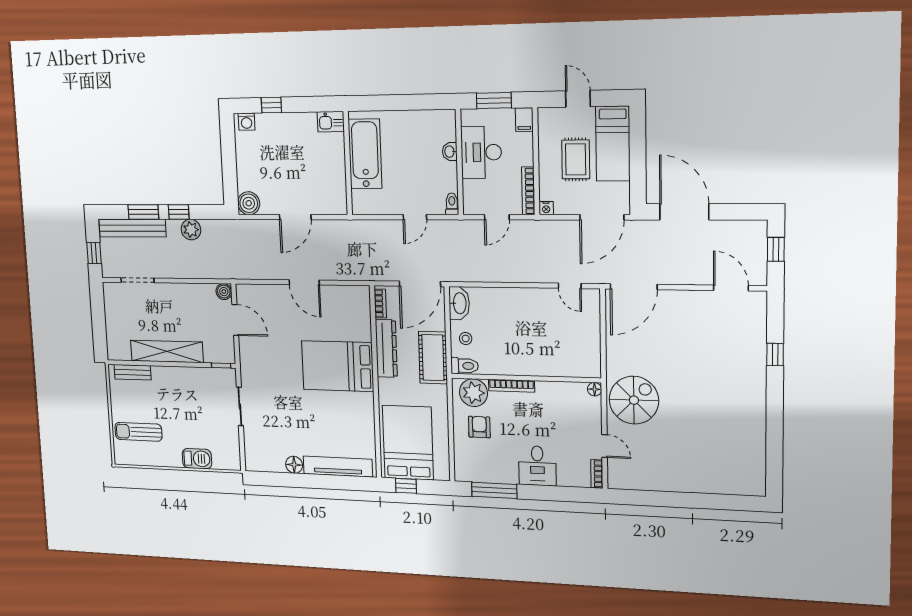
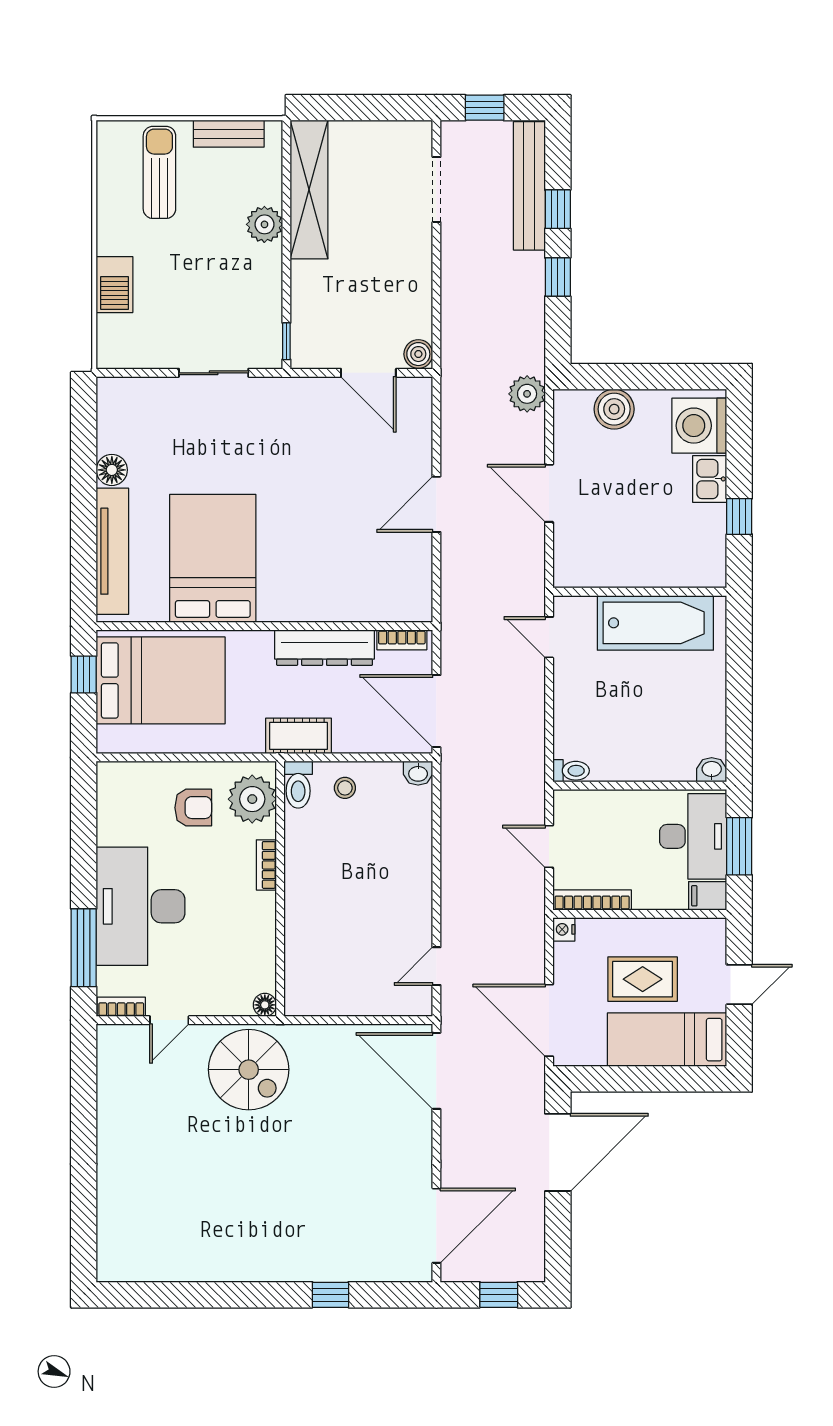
window: (271, 105) -> (739, 516), moved
washing machine: (246, 122) -> (699, 426), width x1.89, depth x1.89
kitchen sink: (331, 122) -> (710, 479), moved
washbasin: (450, 152) -> (712, 770), moved
desk: (481, 152) -> (693, 836), moved, turned 90
boiler: (249, 203) -> (614, 409), moved
window: (143, 212) -> (558, 209), width x0.67
door: (415, 217) -> (549, 637), moved
plant: (191, 230) -> (527, 394), moved
door: (731, 288) -> (436, 1226), width x1.36
washbasin: (459, 303) -> (418, 773), width x0.52, depth x0.69
door: (235, 320) -> (368, 373), hinge flipped
shelving: (167, 351) -> (309, 190), moved
cot: (433, 358) -> (299, 736), width x0.73, depth x0.75
bed: (338, 366) -> (213, 558), moved
bench: (133, 372) -> (229, 134), moved, turned 90
plant: (161, 376) -> (264, 224), added
bookcase: (512, 386) -> (266, 865), width x0.64
desk: (537, 466) -> (141, 906), width x1.87, depth x1.30
window: (494, 490) -> (84, 948), moved

